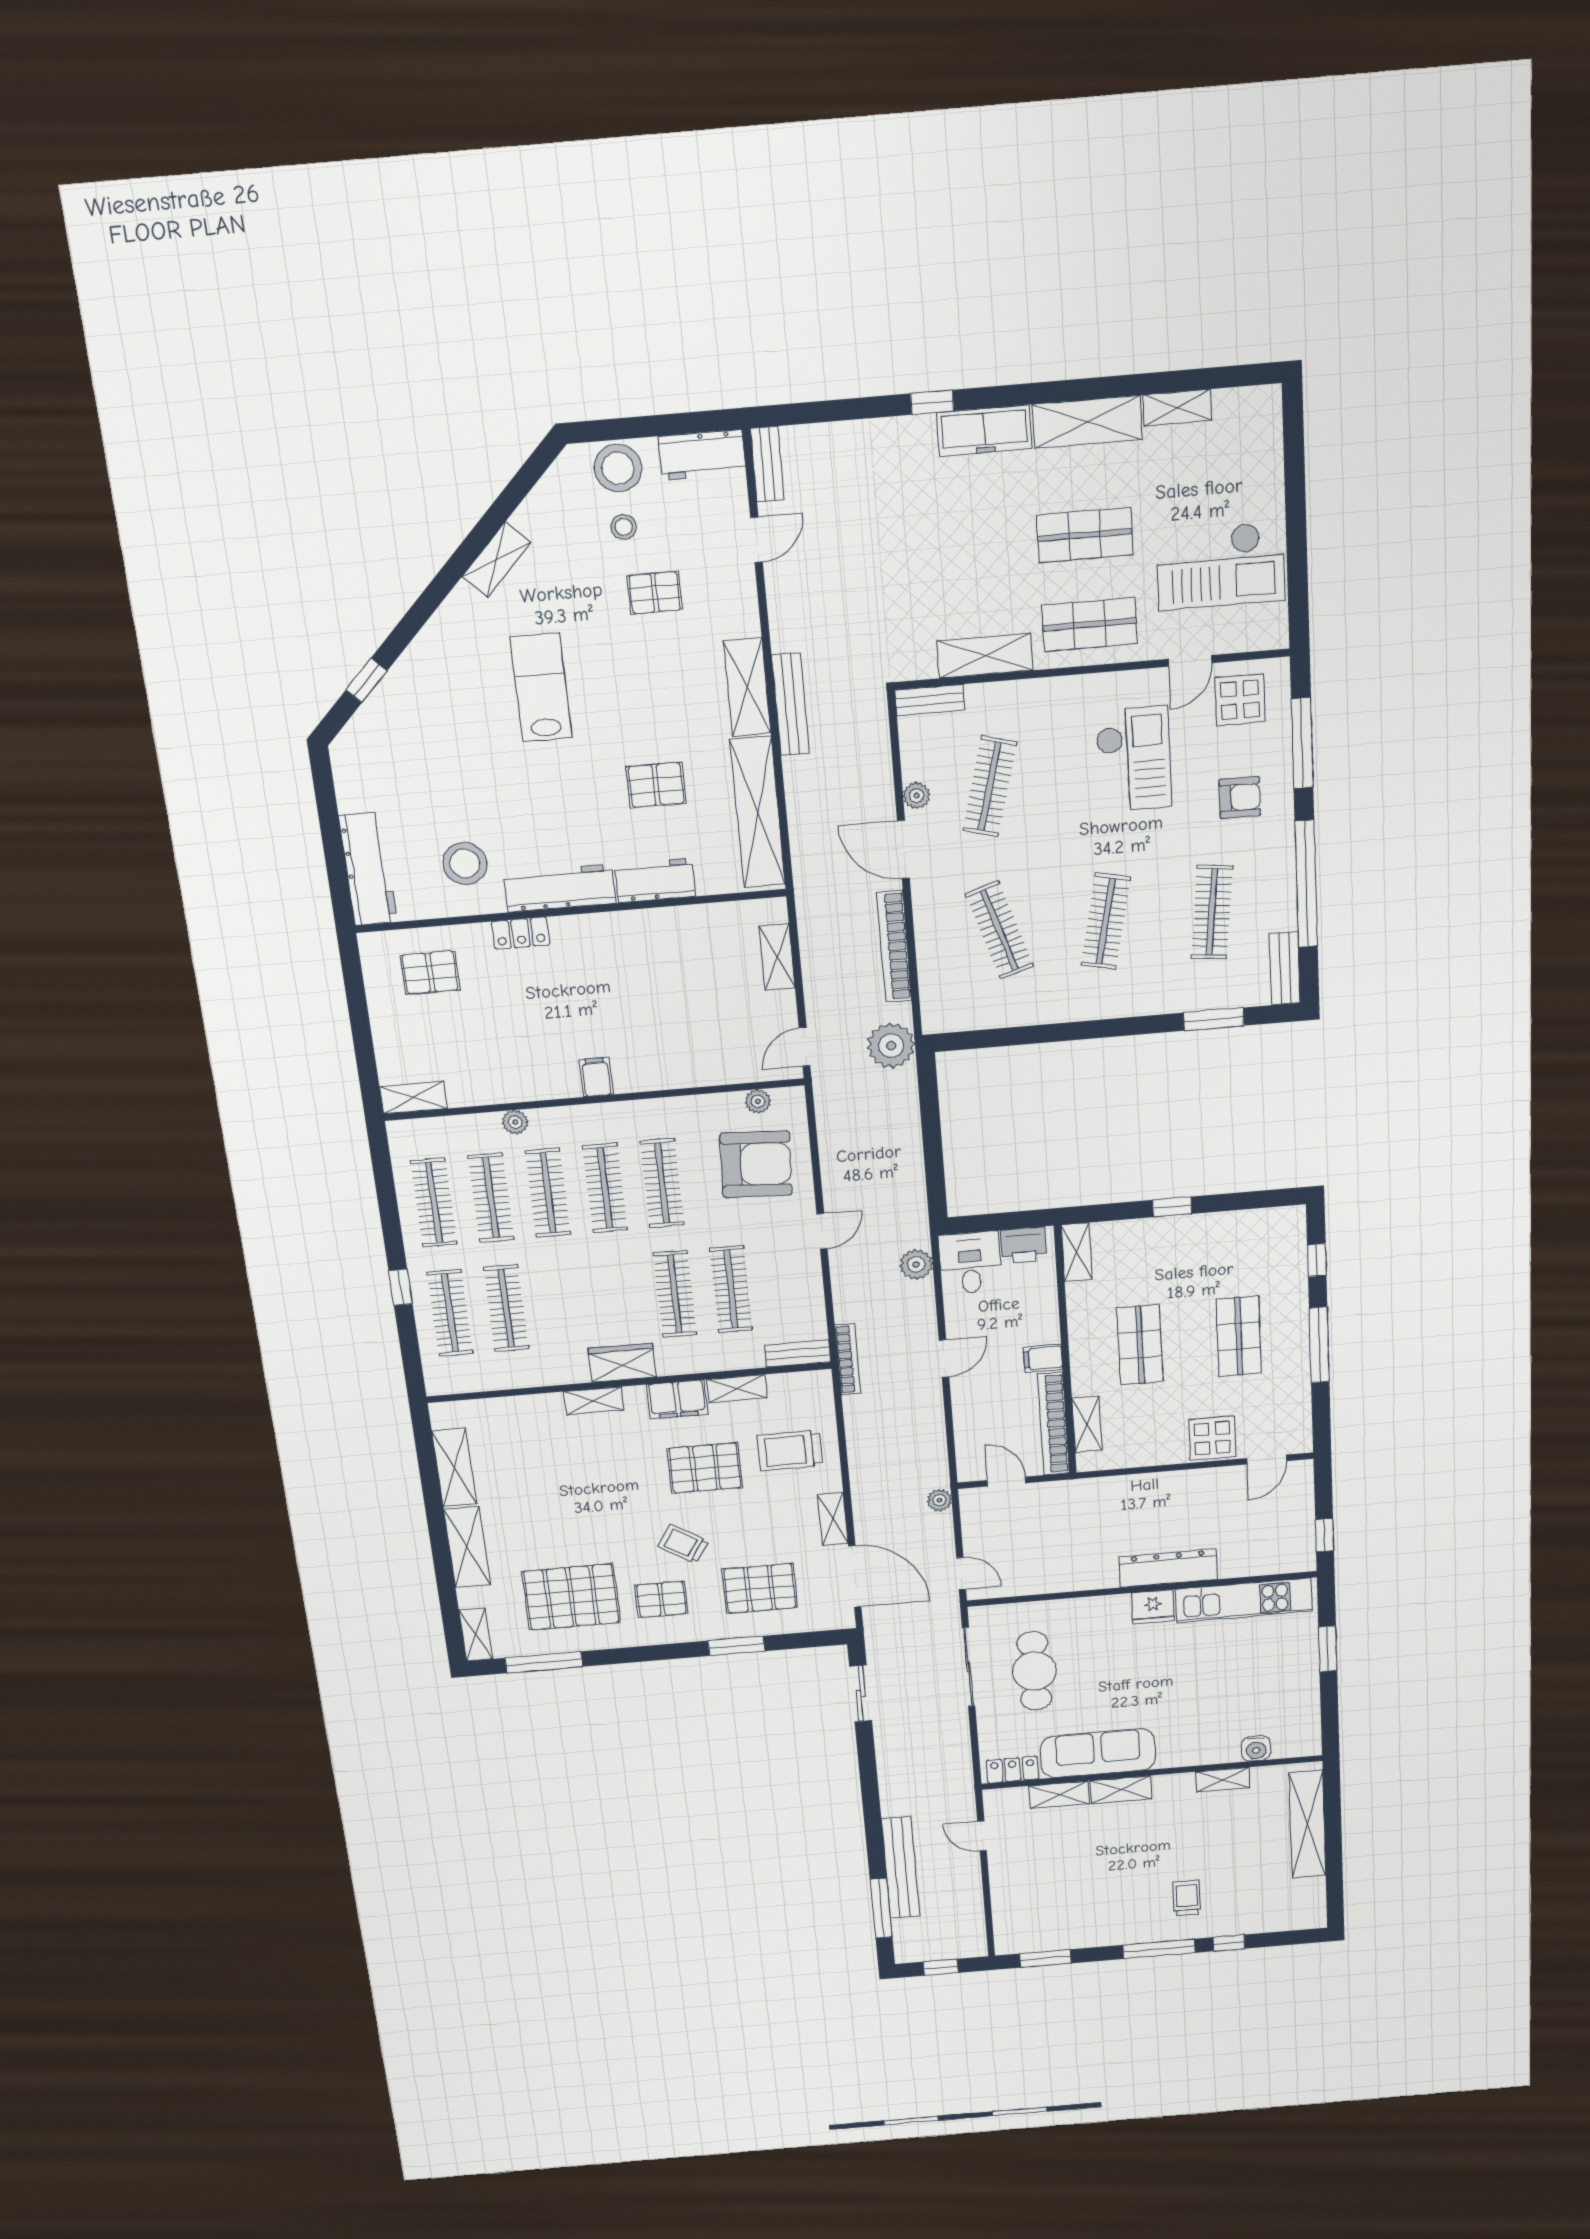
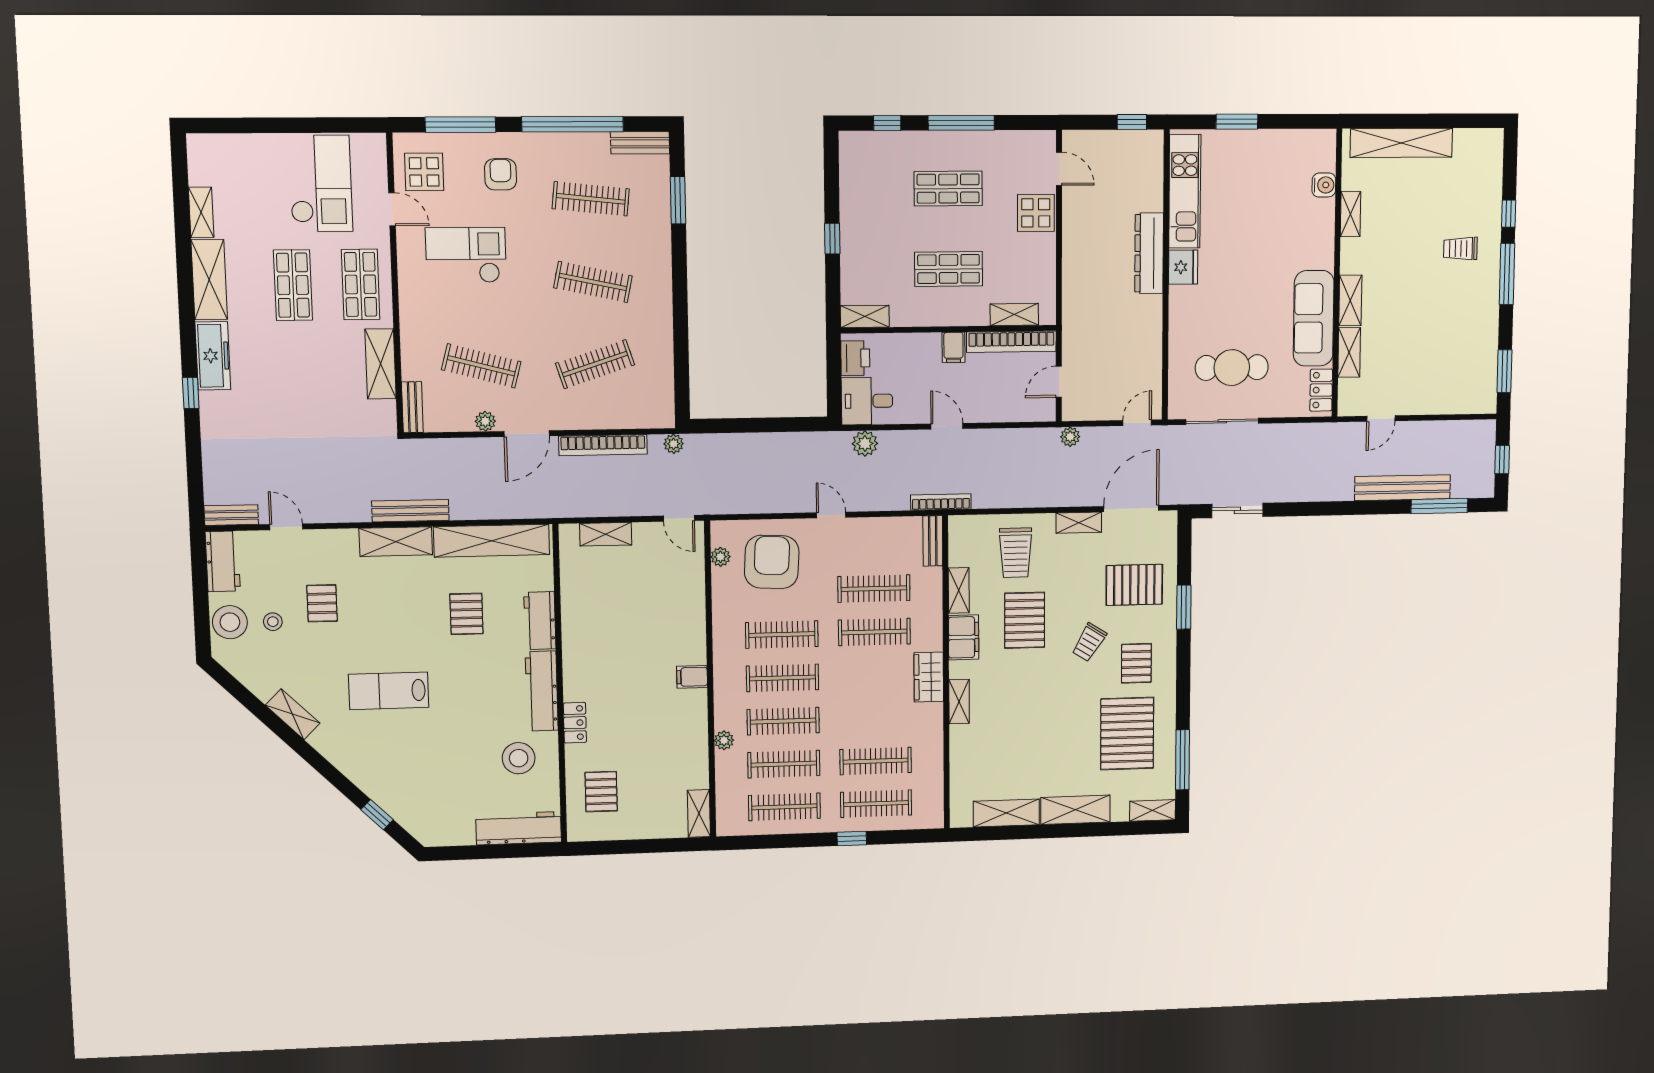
plant: (891, 1046) -> (674, 444), width x0.53, depth x0.53
pallet: (760, 1588) -> (1134, 585), turned 90

